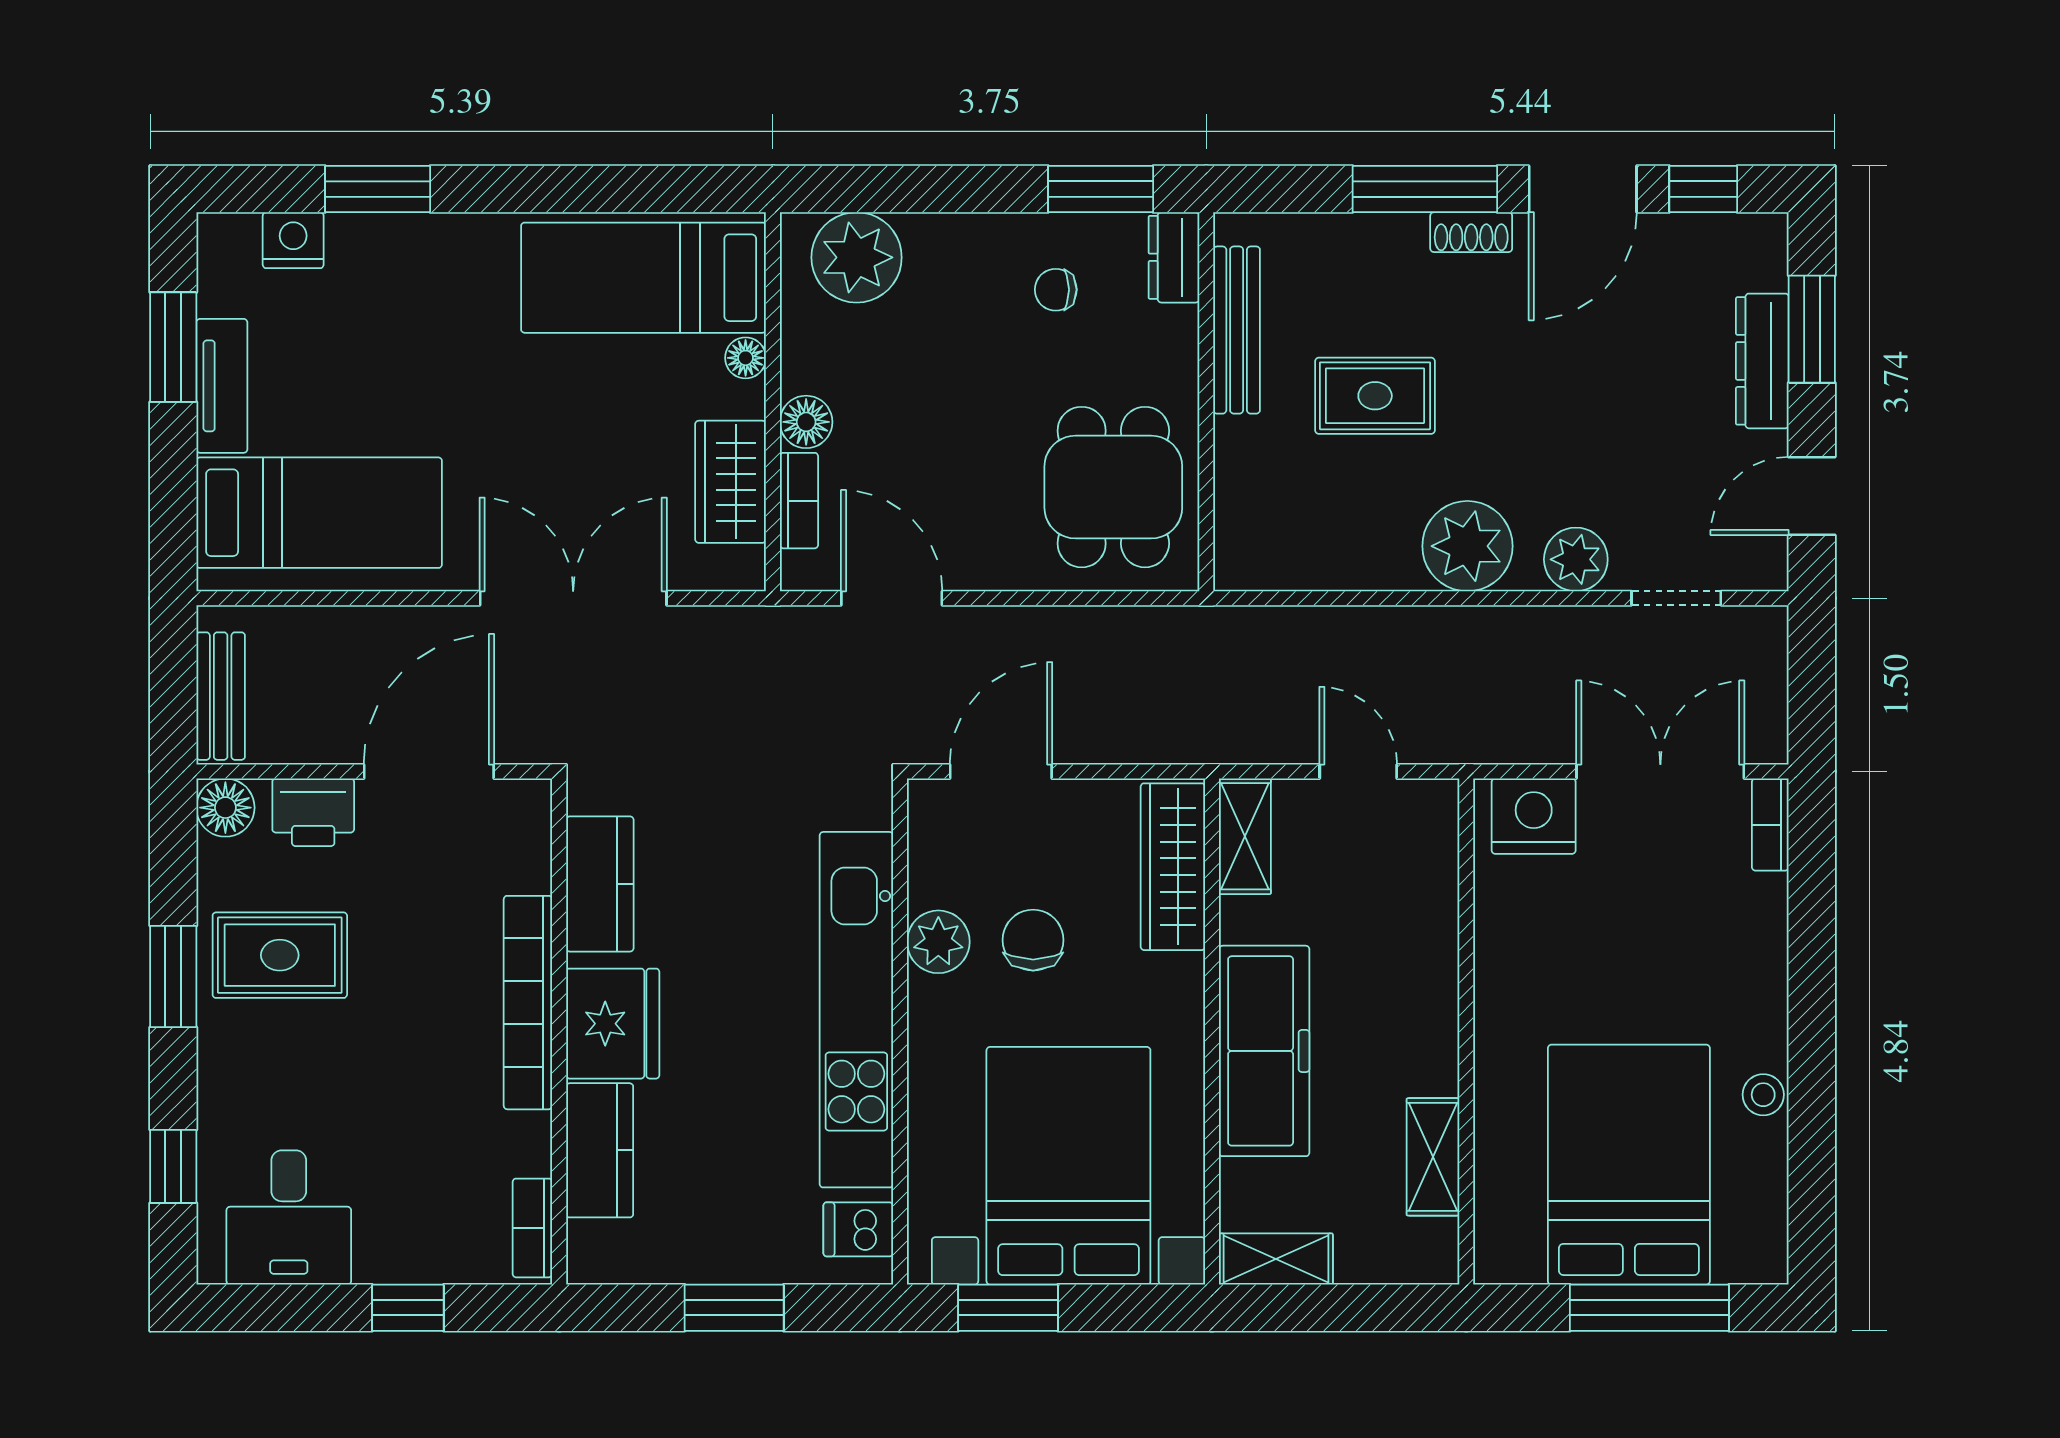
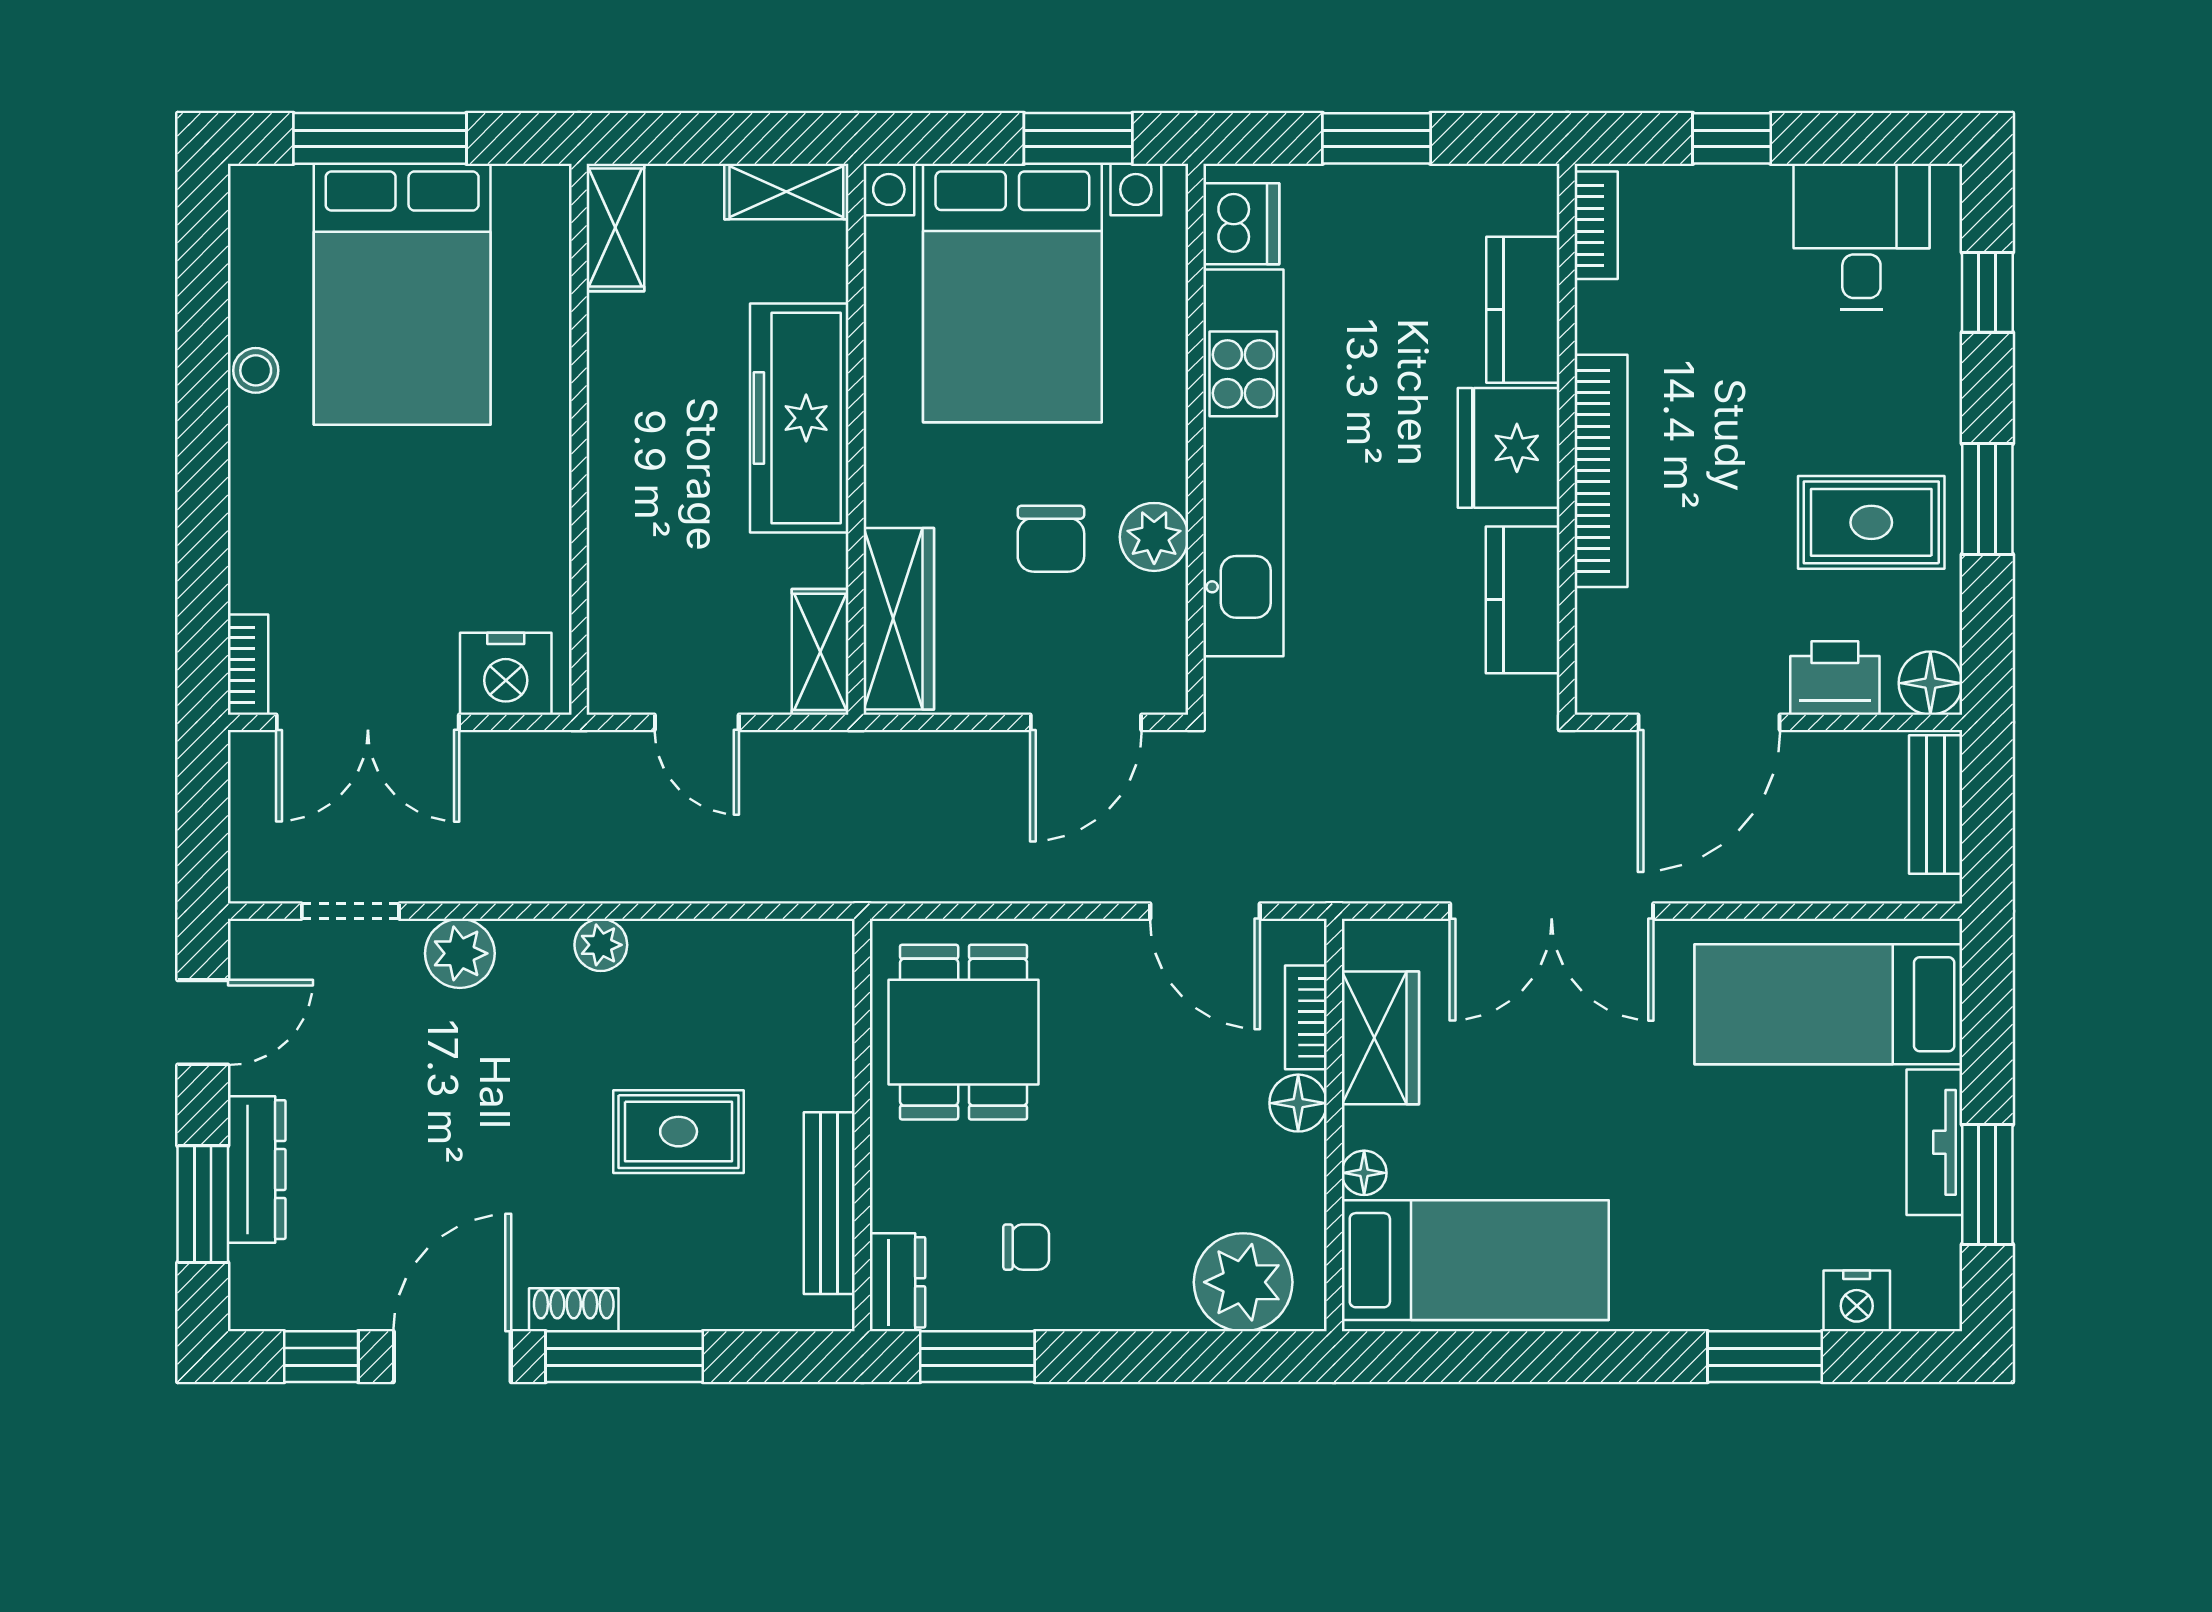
plant: (1467, 546) -> (601, 945), width x0.53, depth x0.53
shelving: (1433, 1157) -> (615, 227), moved
dishwasher: (858, 1229) -> (1241, 224), width x1.38

